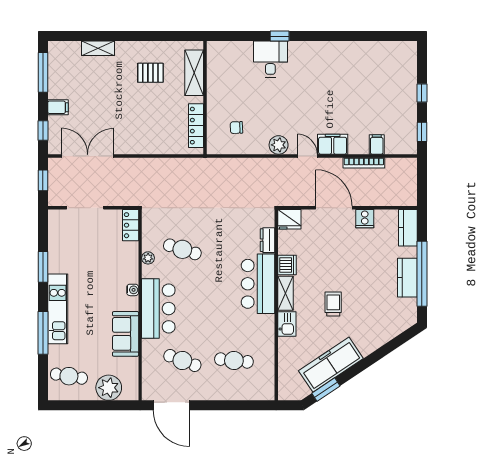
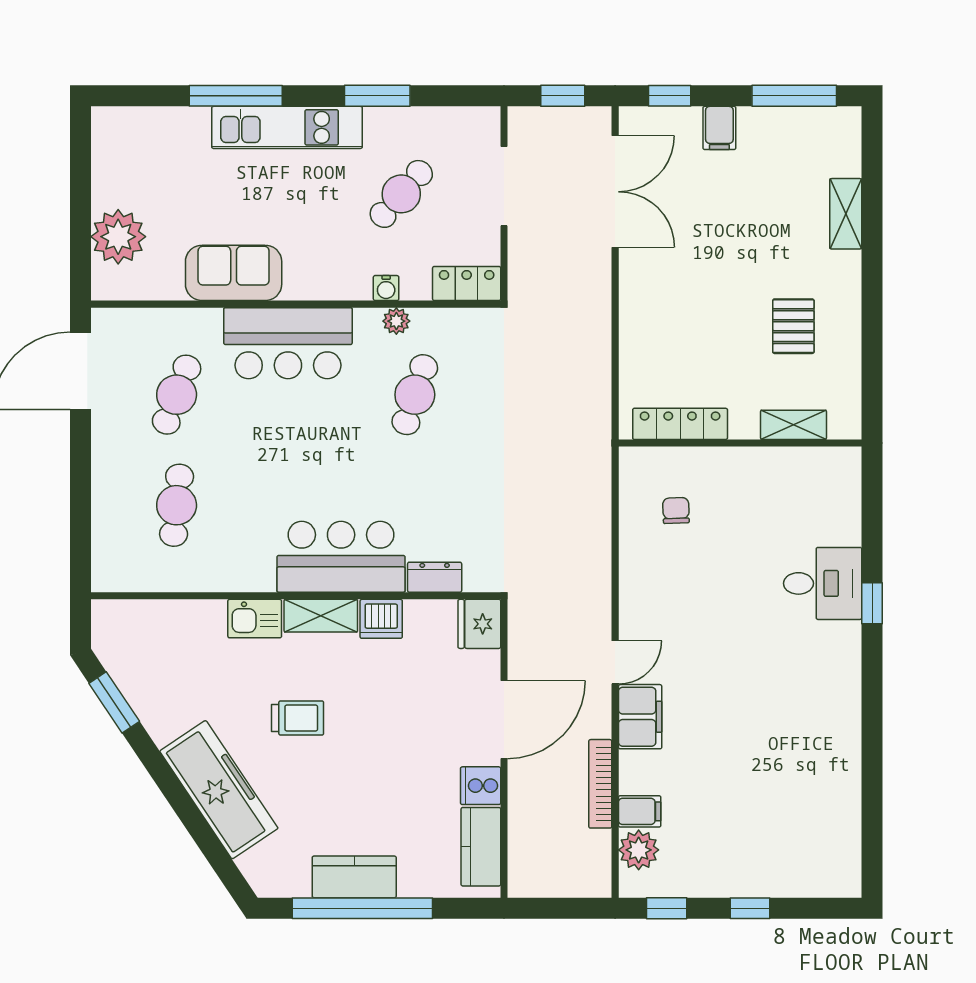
shelving: (194, 73) -> (793, 425), width x0.67, depth x0.75
plant: (279, 145) -> (639, 850), moved
kitchen counter: (408, 228) -> (481, 847), moved, turned -90
water cooler: (133, 290) -> (386, 288), moved
freezer: (331, 365) -> (219, 790), moved
cafe table: (69, 376) -> (401, 194), moved, turned 32

